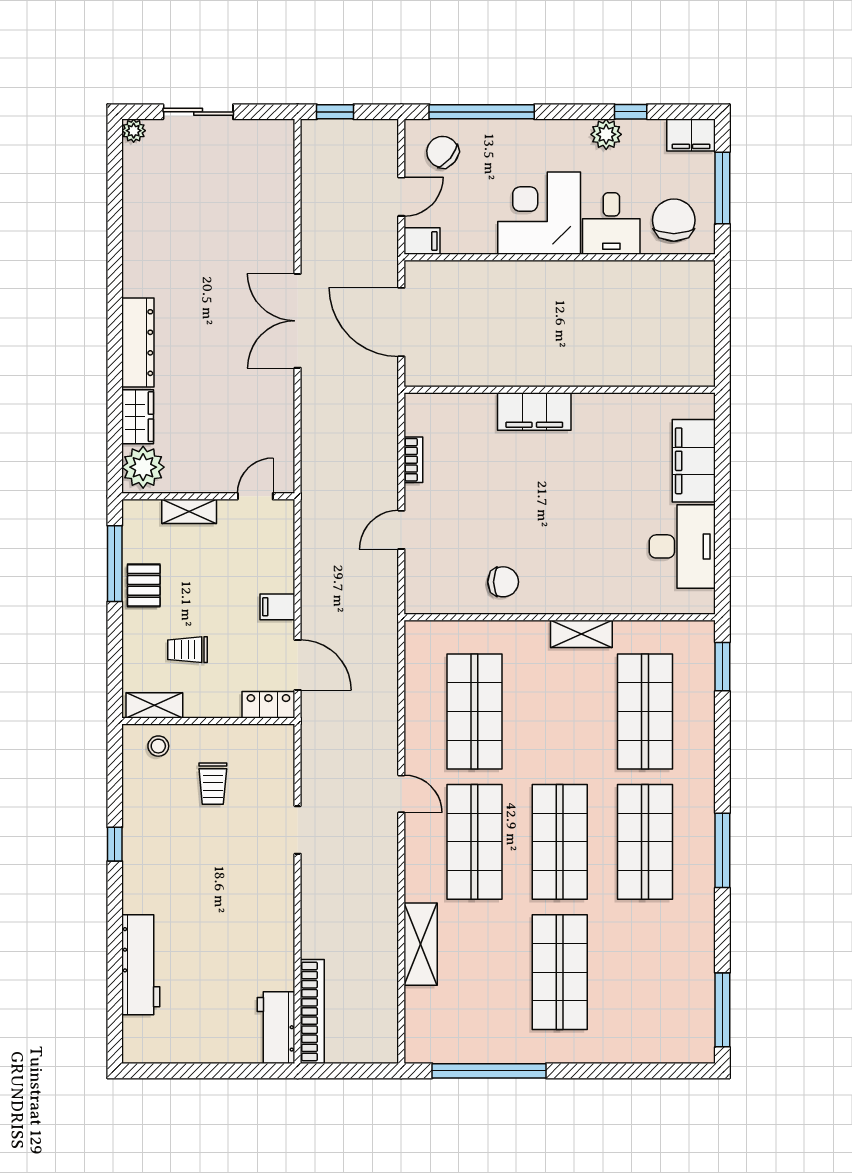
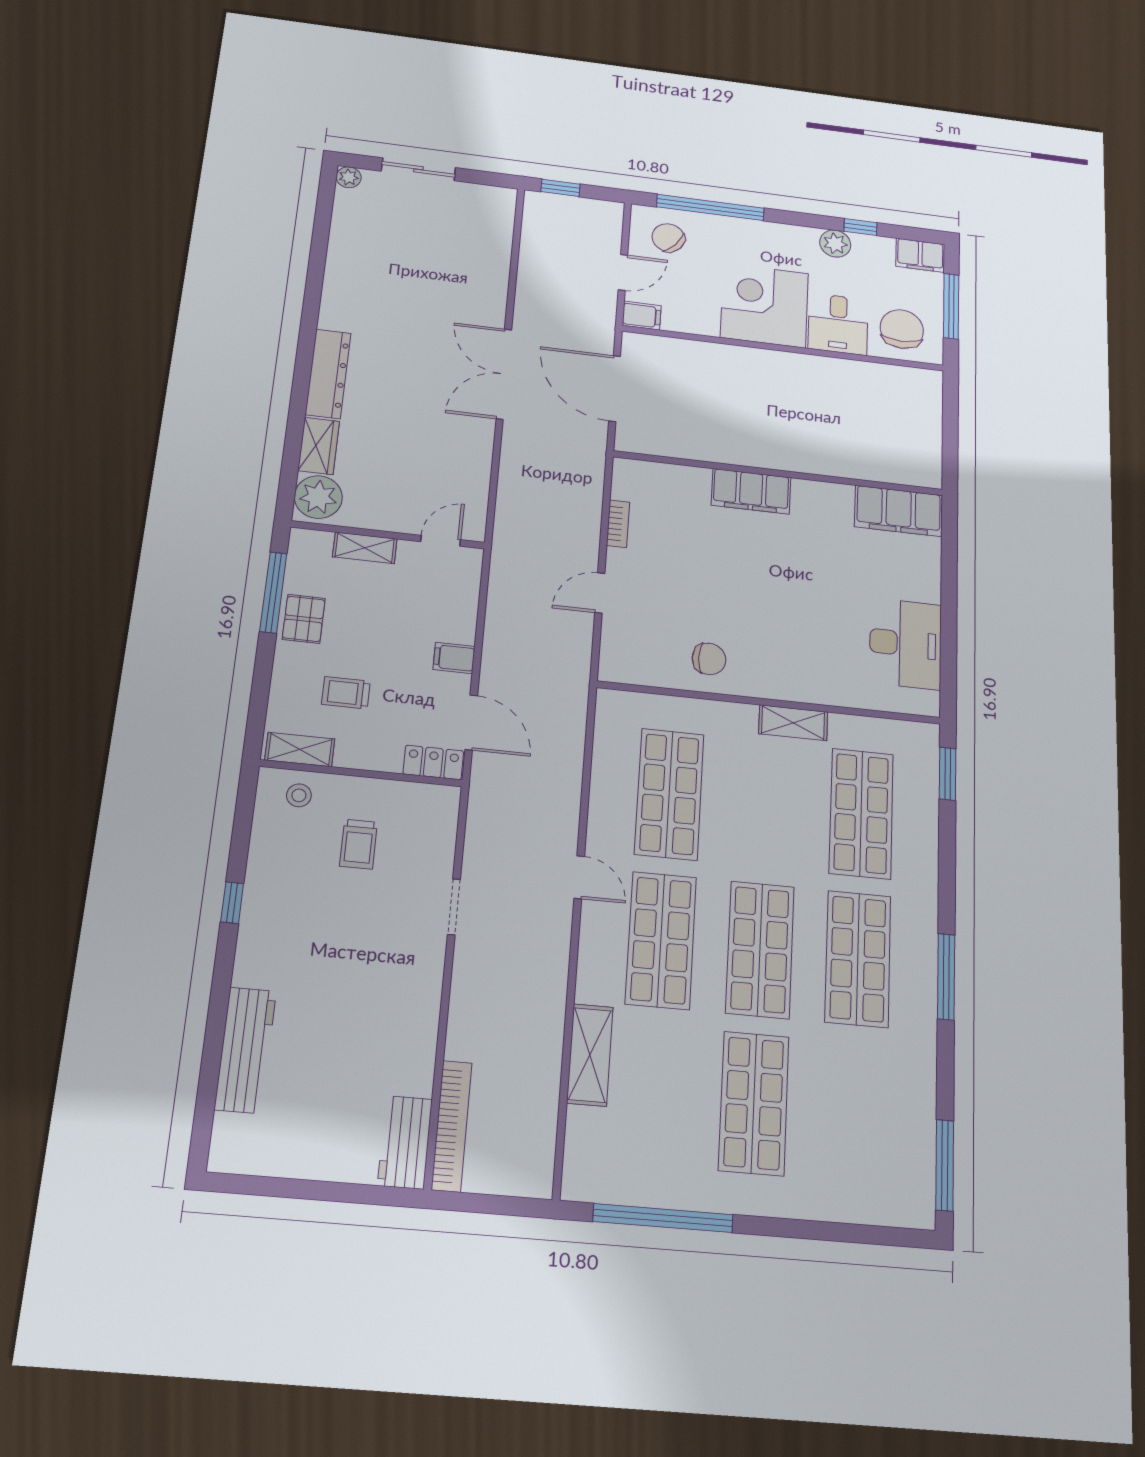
filing cabinet: (694, 461) -> (899, 511), moved, turned -90

